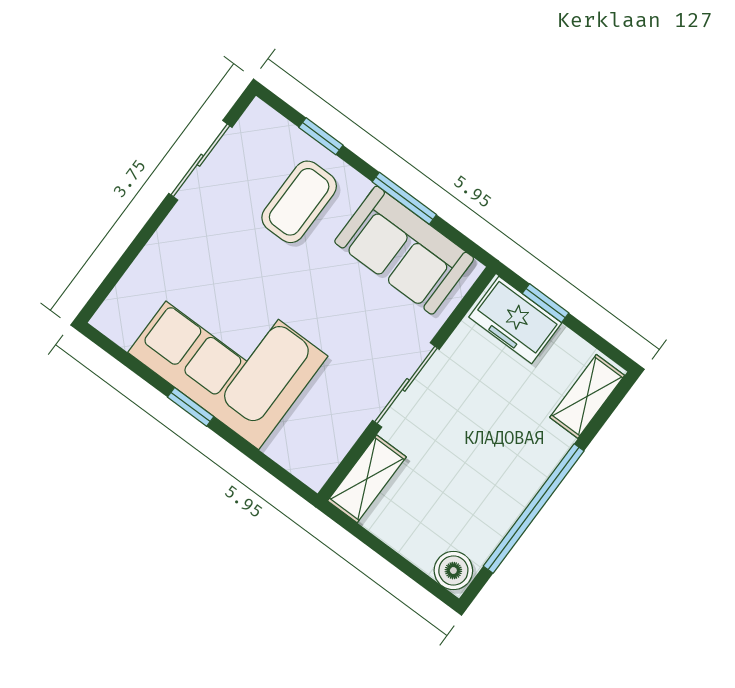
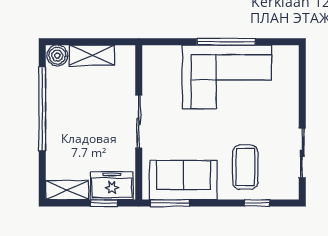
window: (404, 198) -> (170, 203), moved
shelving: (587, 396) -> (67, 190), moved, turned 90
window: (191, 407) -> (226, 42), width x2.17
shelving: (367, 479) -> (92, 55), moved, turned 90

